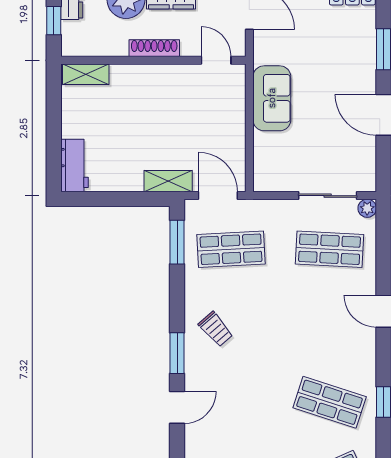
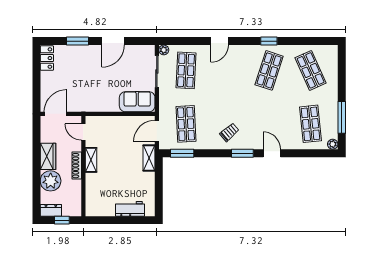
door: (216, 60) -> (83, 132), hinge flipped
shelving: (86, 74) -> (91, 160), moved
sofa: (272, 98) -> (137, 102), moved
workbench: (74, 165) -> (130, 209), moved

